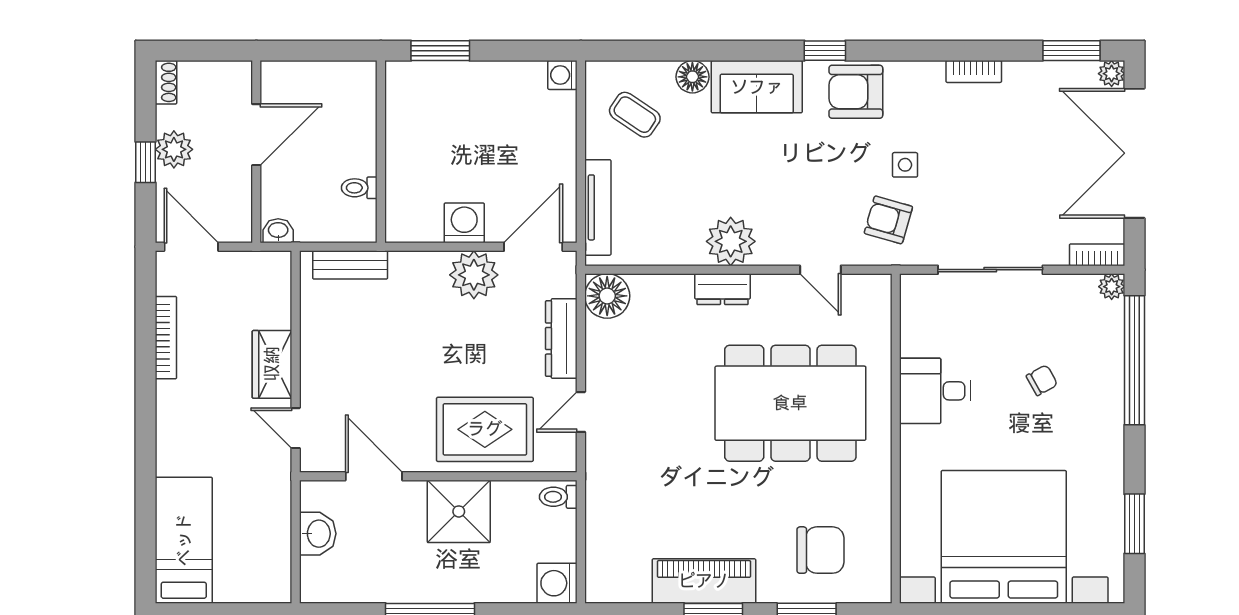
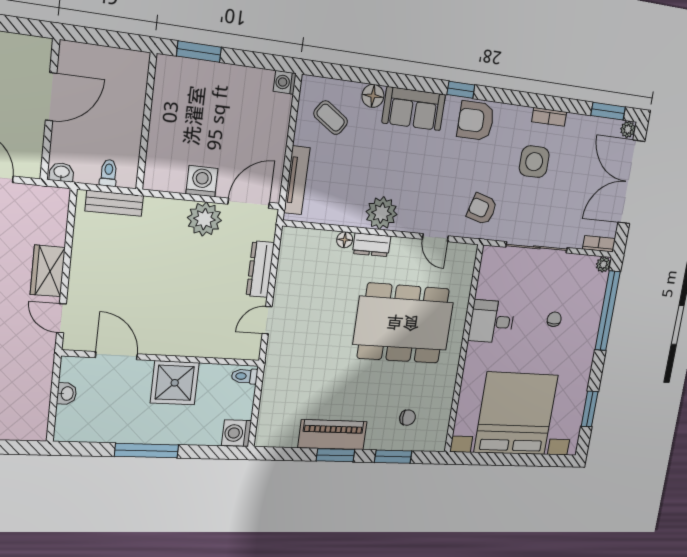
side table: (905, 165) -> (534, 162), moved, width x1.87, depth x1.87
toilet: (359, 188) -> (109, 173), moved, turned 90
floor lamp: (607, 296) -> (345, 240), moved, width x0.53, depth x0.53
chair: (1042, 380) -> (554, 319), turned -61
rug: (485, 429) -> (200, 328), removed
washbasin: (318, 534) -> (67, 394), width x0.72, depth x0.69
chair: (820, 550) -> (408, 418), width x0.54, depth x0.54

